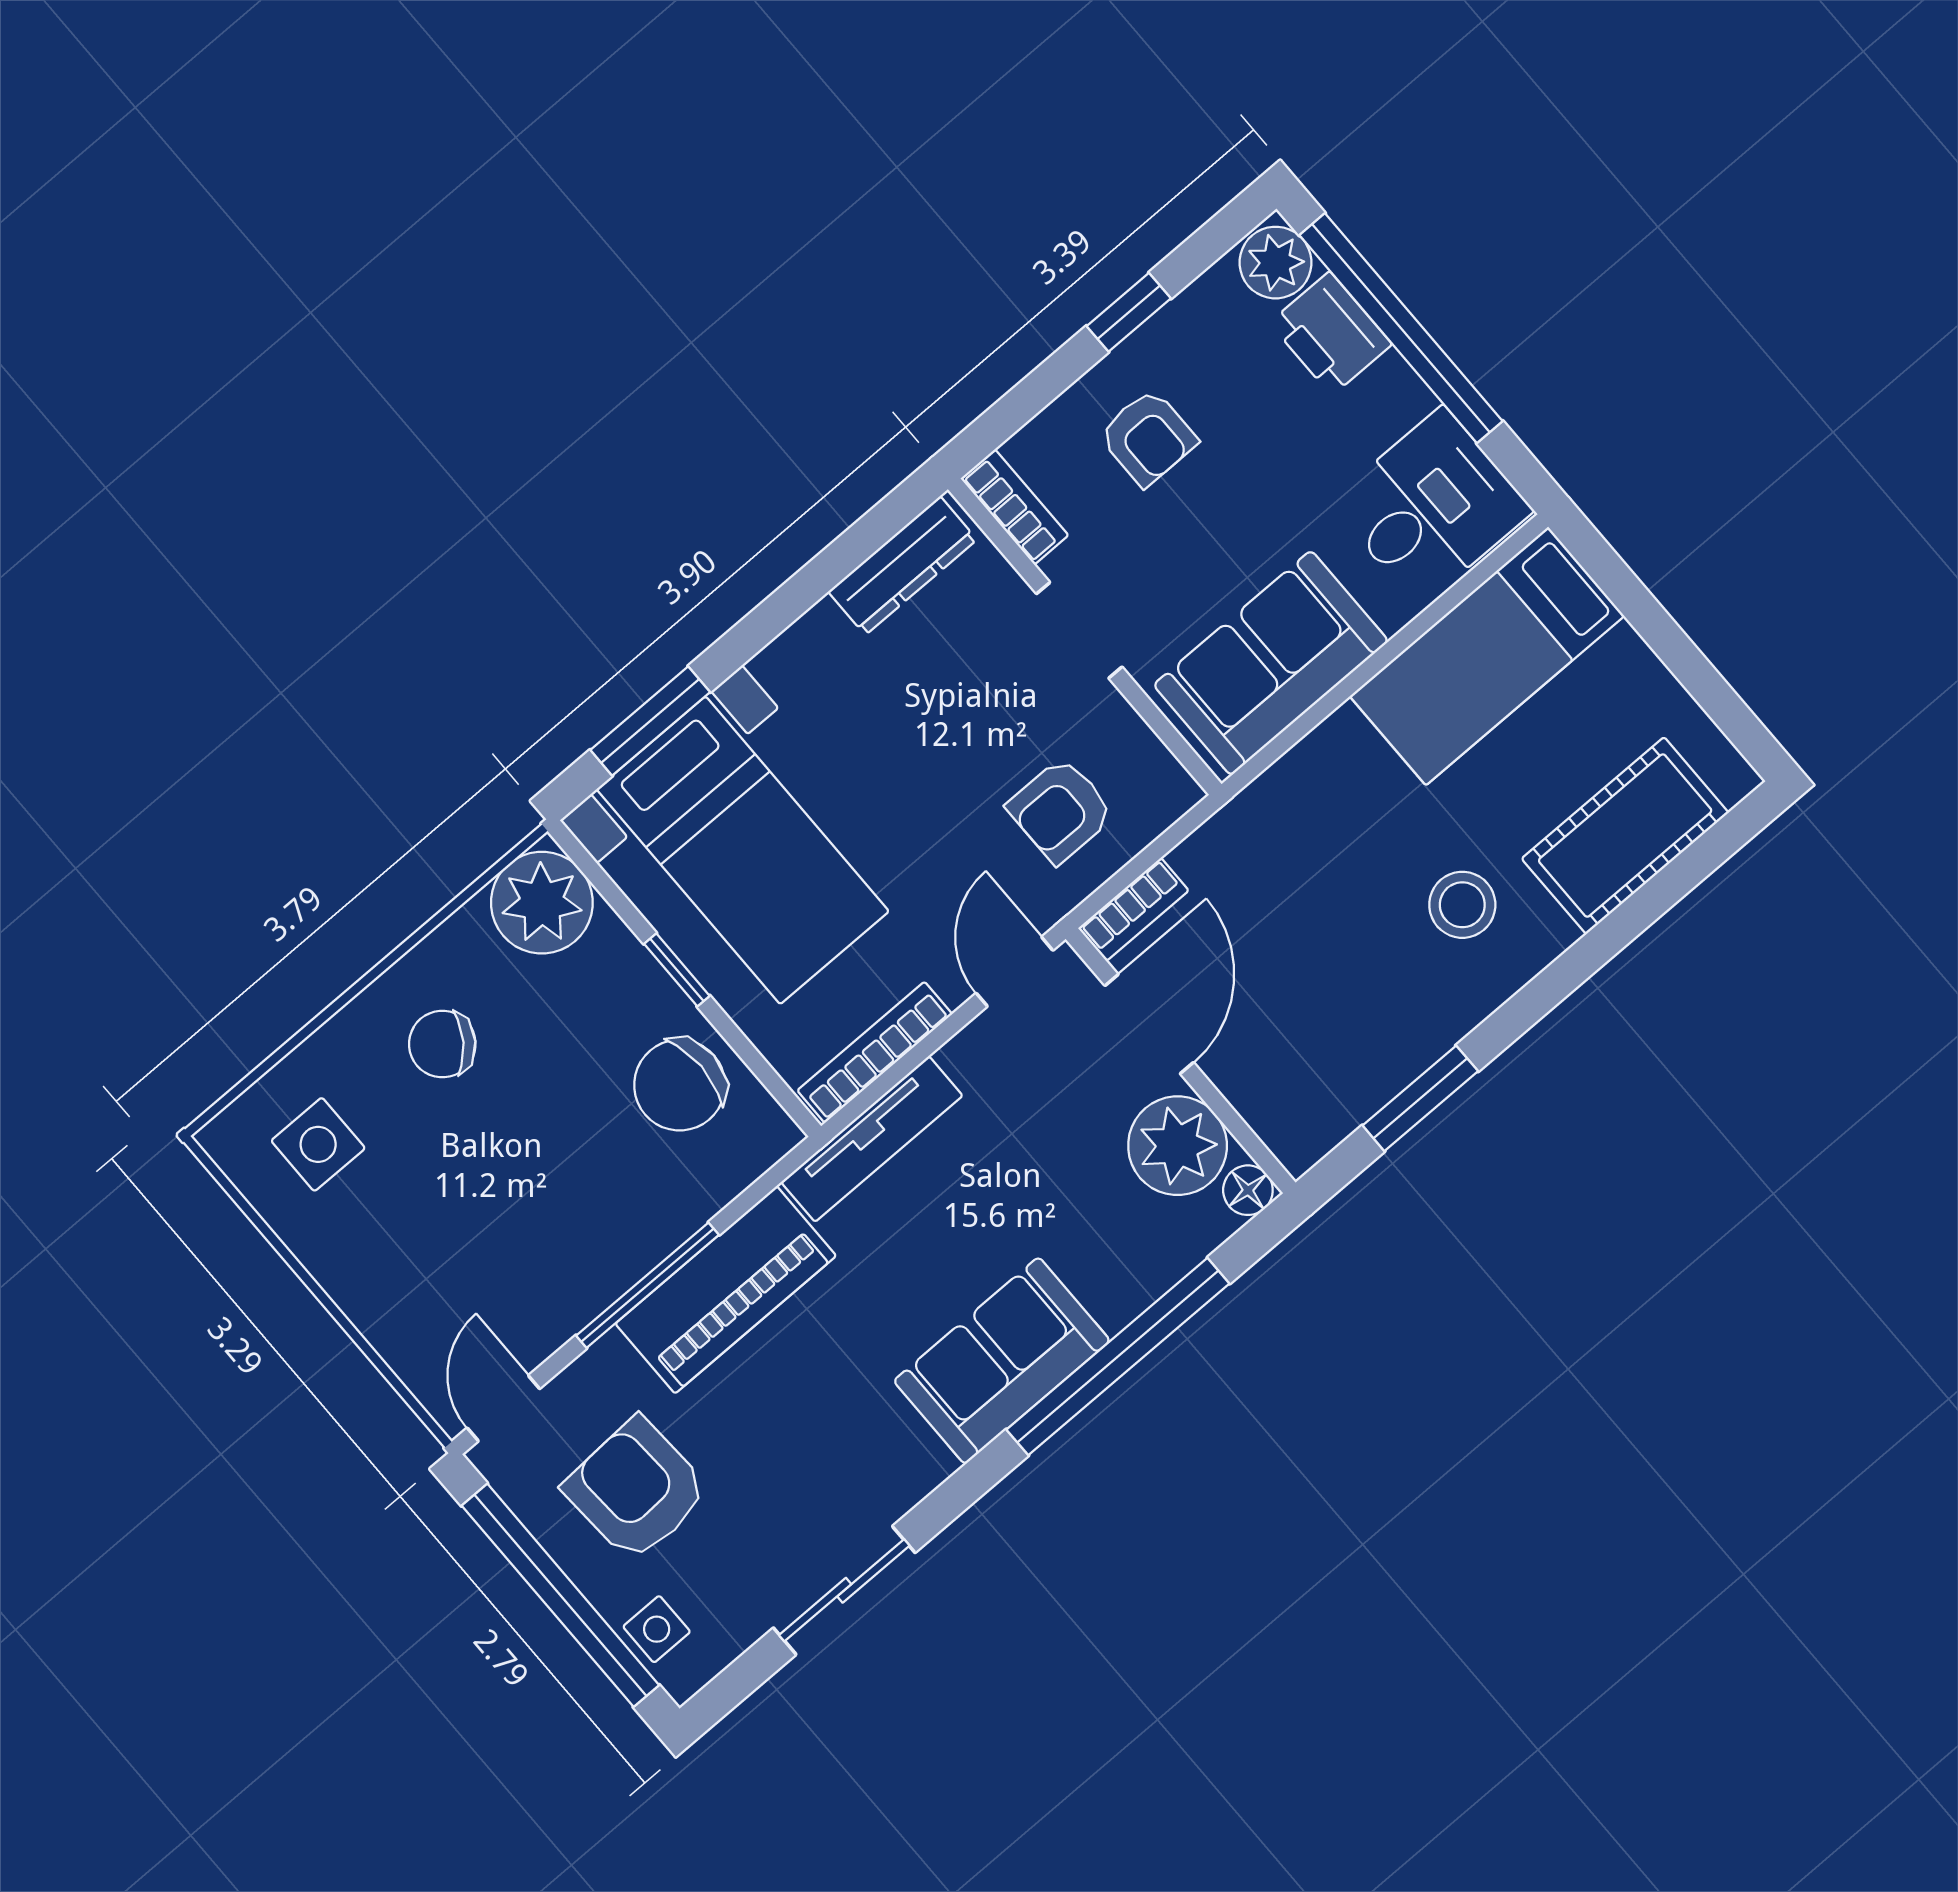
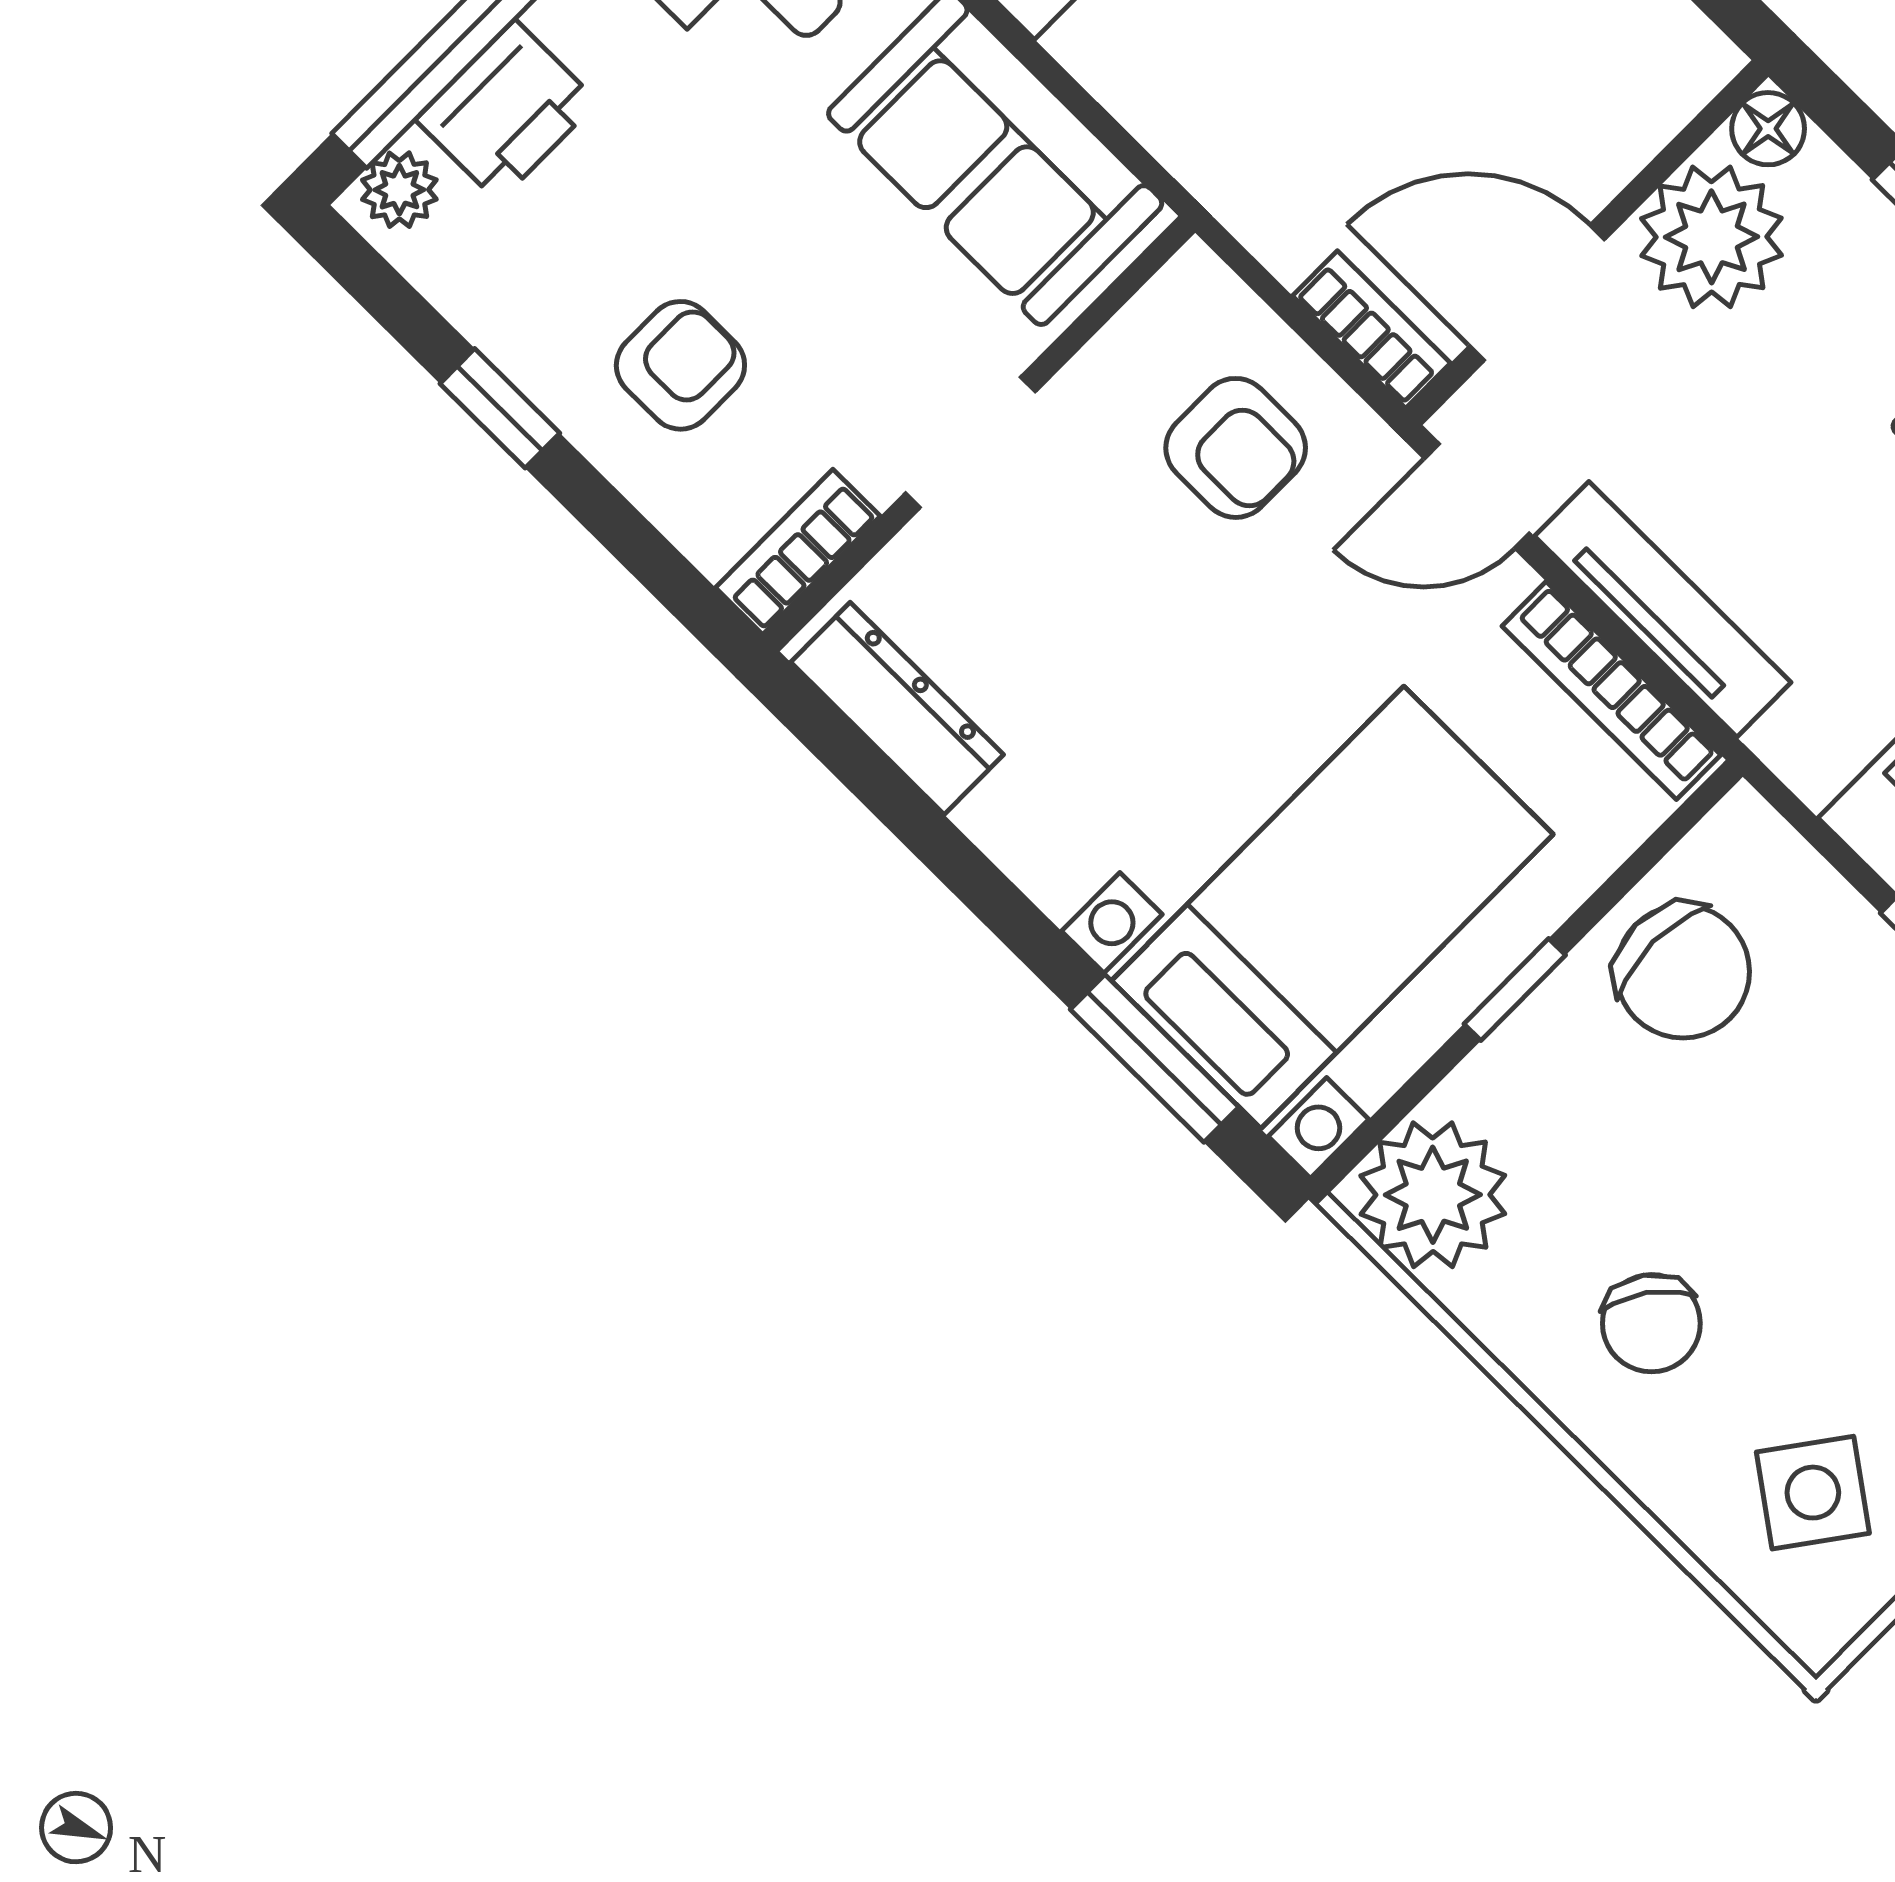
plant: (1276, 263) -> (399, 190), width x0.73, depth x0.73
tv unit: (872, 1139) -> (1663, 609), moved
side table: (318, 1144) -> (1813, 1493), turned 36

